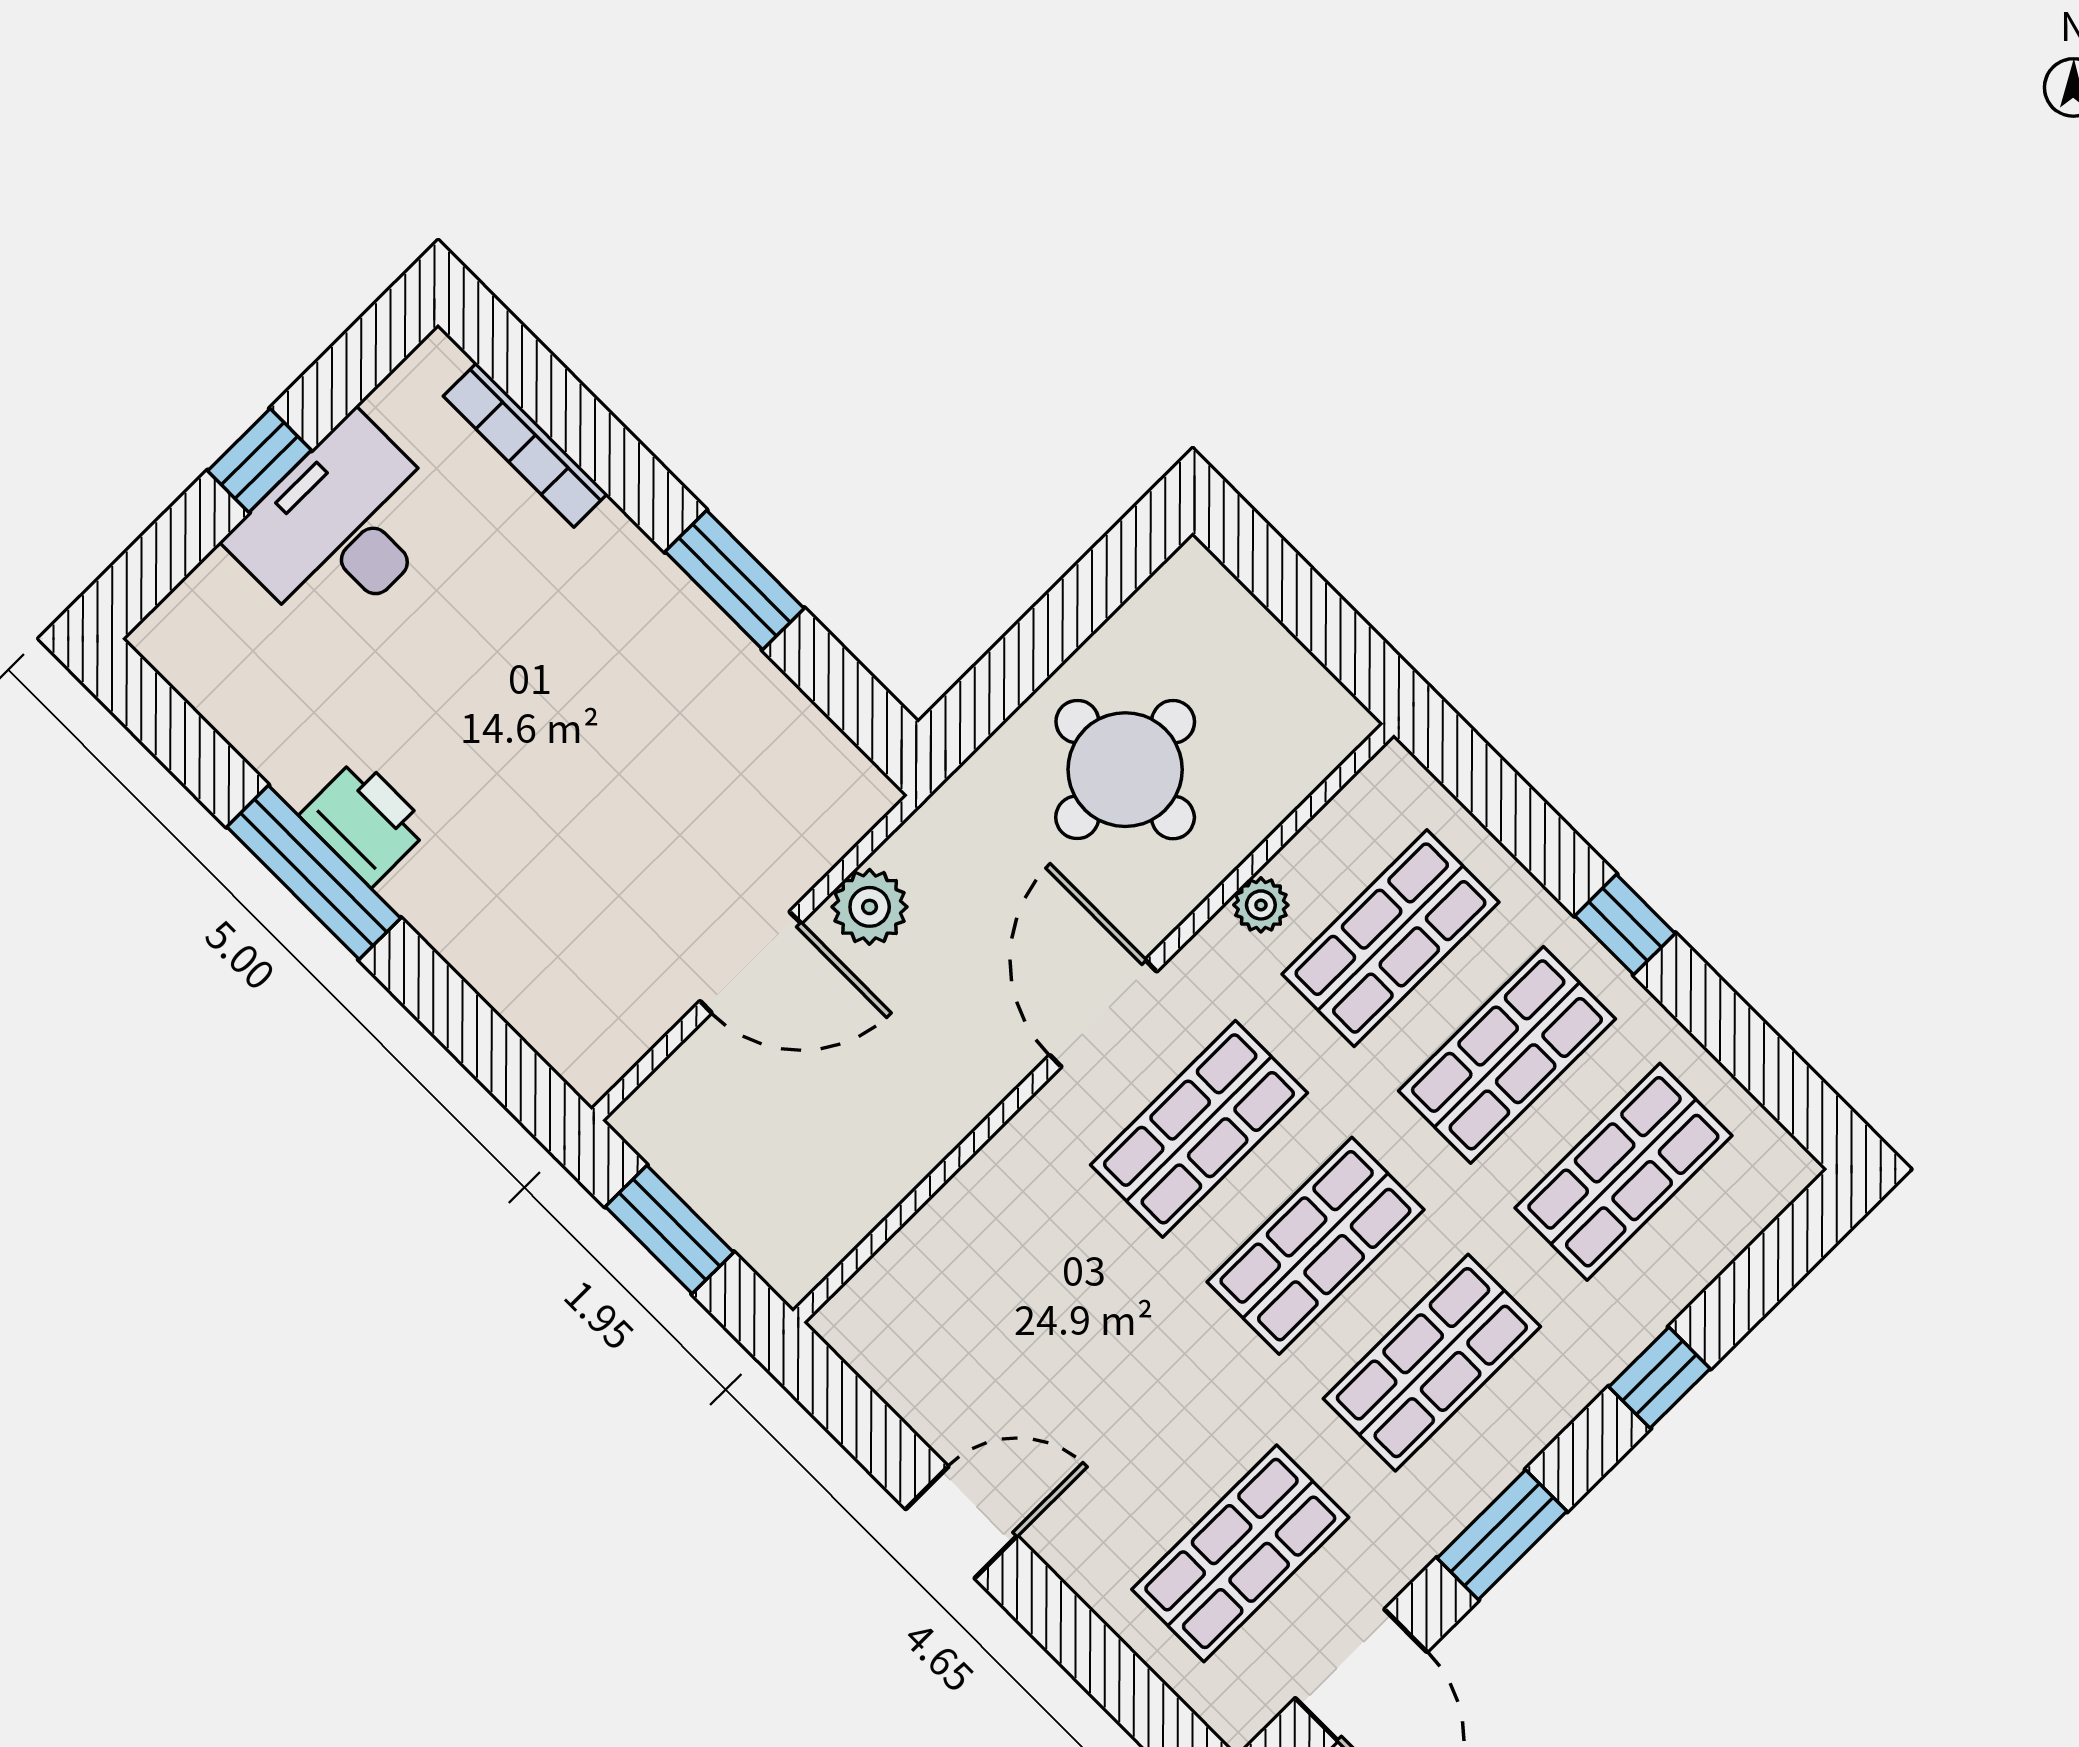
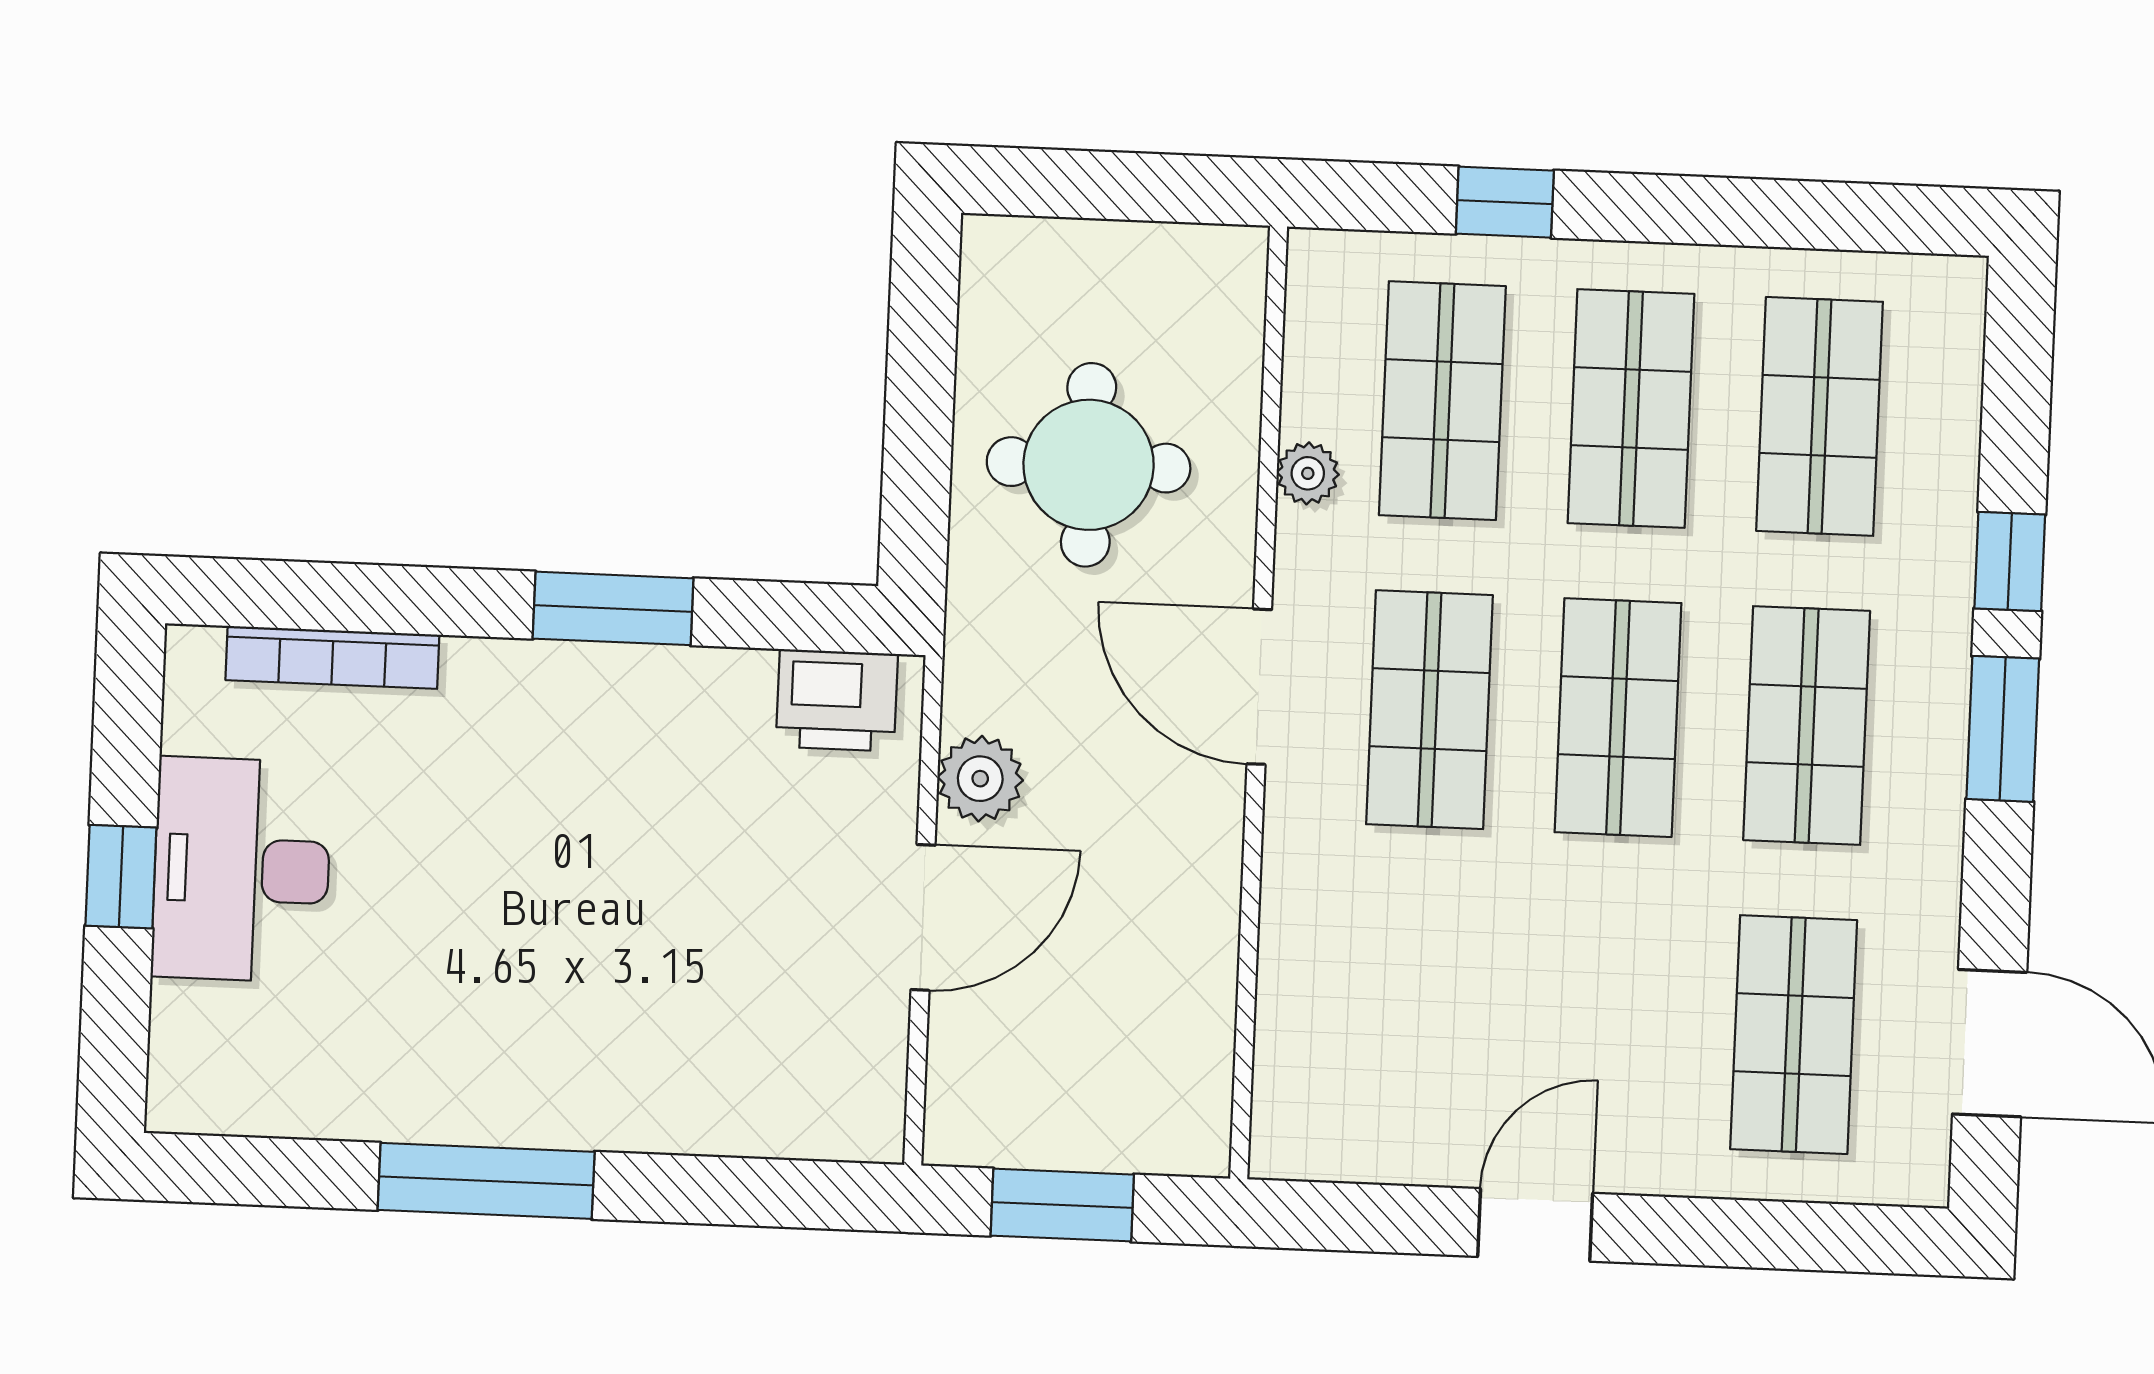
printer: (365, 822) -> (837, 700), moved, turned 180
window: (1625, 925) -> (1505, 202), moved
window: (1502, 1535) -> (2003, 729), moved

